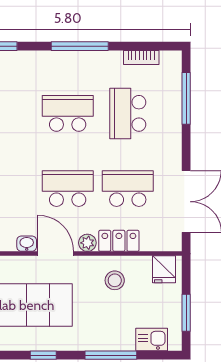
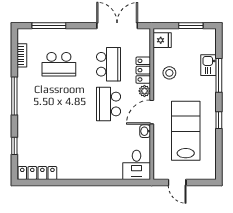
school desk: (68, 113) -> (59, 104), removed
school desk: (128, 189) -> (109, 64), turned 180
kitchen sink: (152, 339) -> (209, 65), moved

